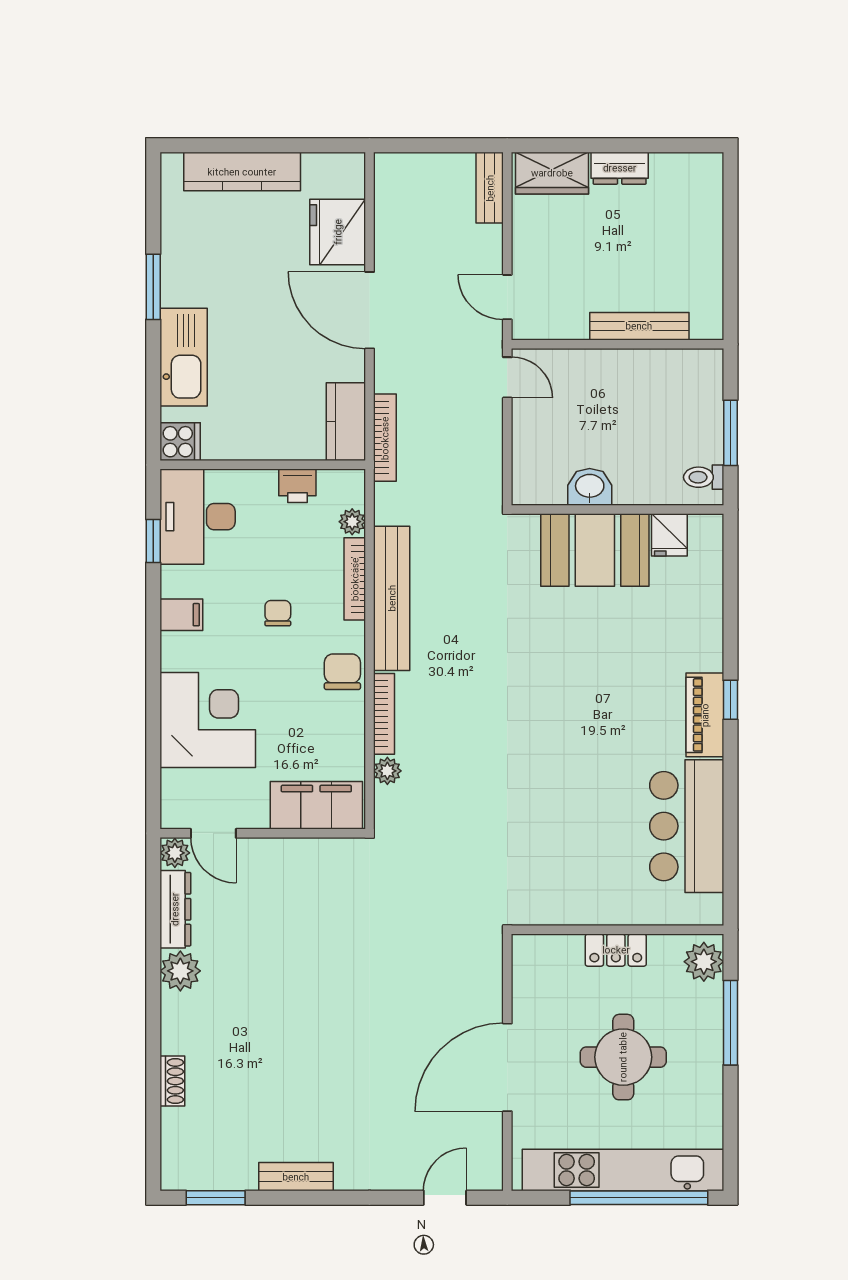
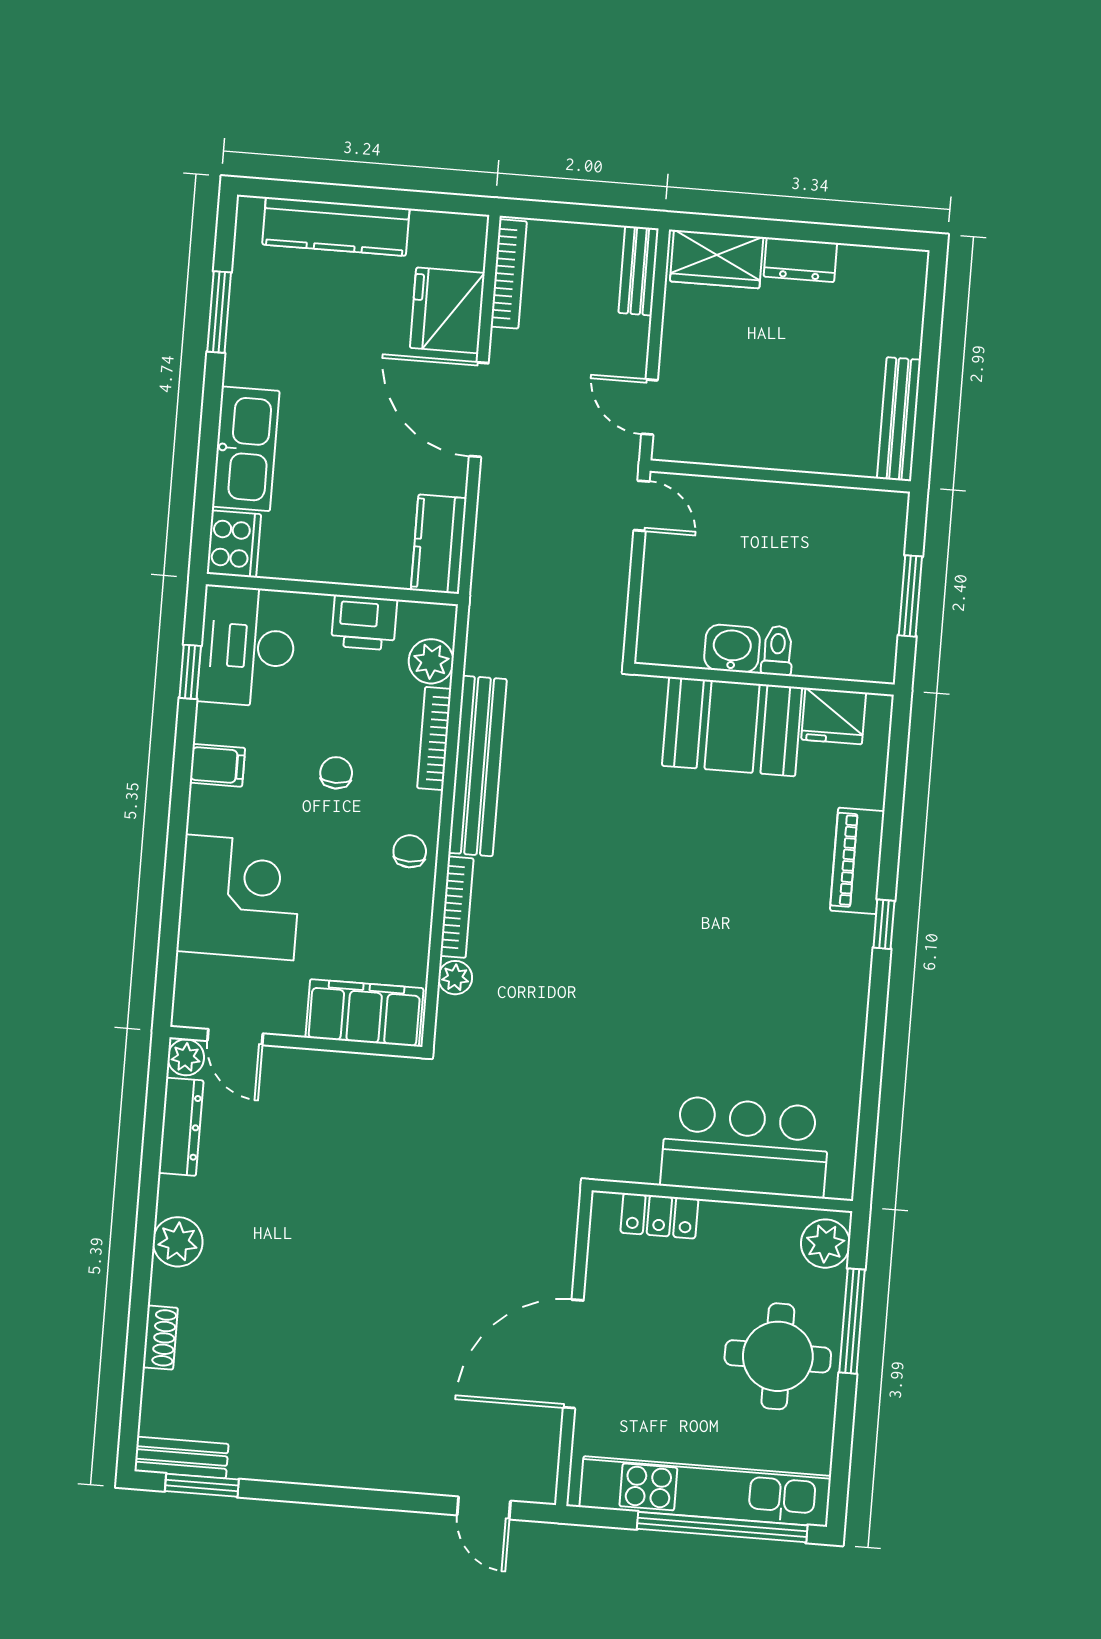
window: (153, 287) -> (219, 312), moved
bench: (639, 326) -> (899, 419), moved, turned 90
bookcase: (385, 438) -> (509, 274), moved
cooker: (180, 442) -> (234, 544), width x1.36
toilet: (704, 477) -> (777, 651), moved, turned 90
printer: (297, 486) -> (364, 623), width x1.36, depth x1.24
plant: (352, 522) -> (431, 661), width x1.38, depth x1.38
fridge: (669, 535) -> (834, 716), width x1.38
chair: (342, 672) -> (410, 851), width x0.73, depth x0.73
piano: (705, 715) -> (857, 861), moved
bar counter: (687, 826) -> (745, 1147), moved, turned 90
locker: (616, 950) -> (659, 1216), moved
plant: (180, 971) -> (178, 1242), moved
round table: (623, 1057) -> (778, 1356), moved
bench: (296, 1177) -> (181, 1458), moved
door: (445, 1198) -> (484, 1508), swing flipped

